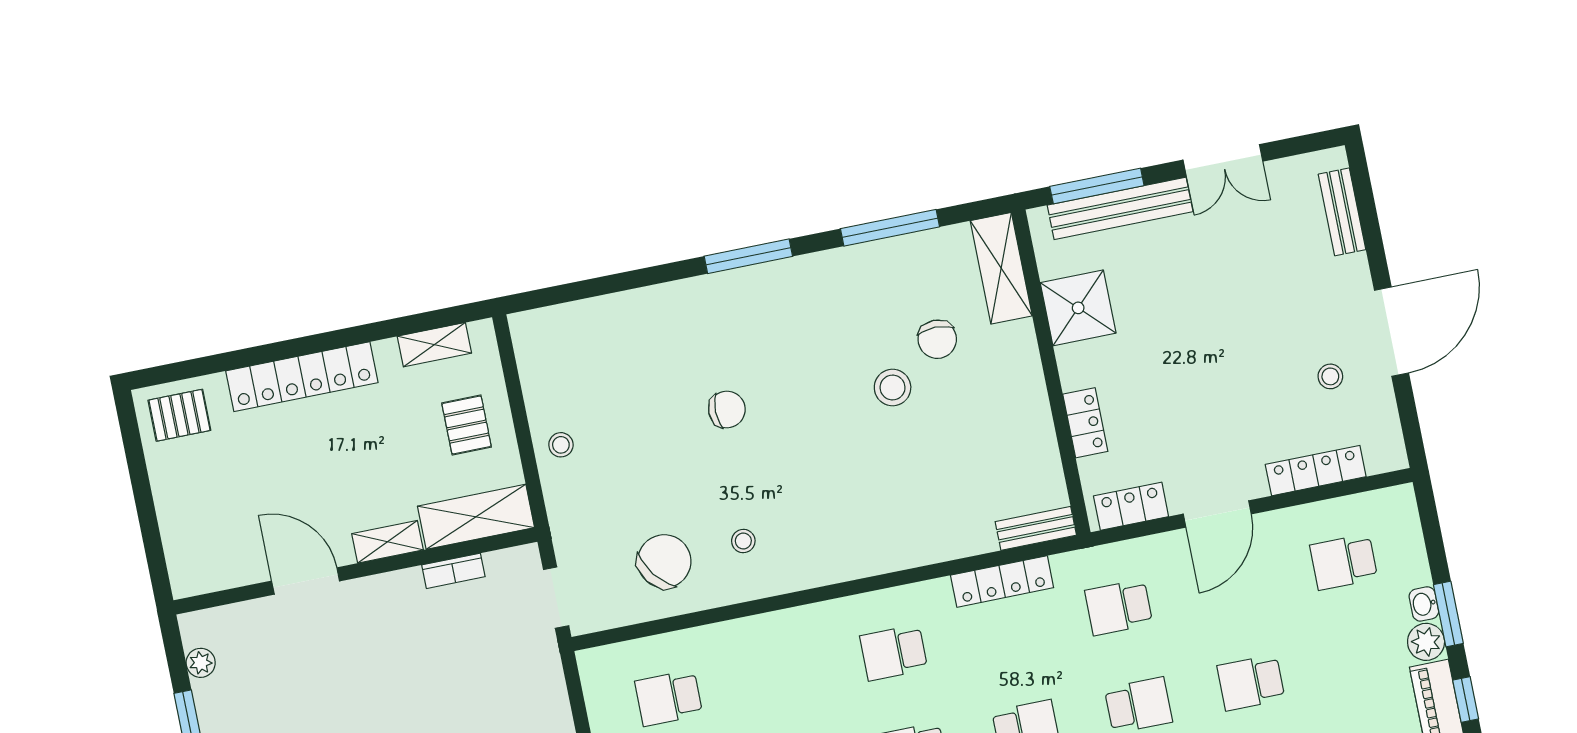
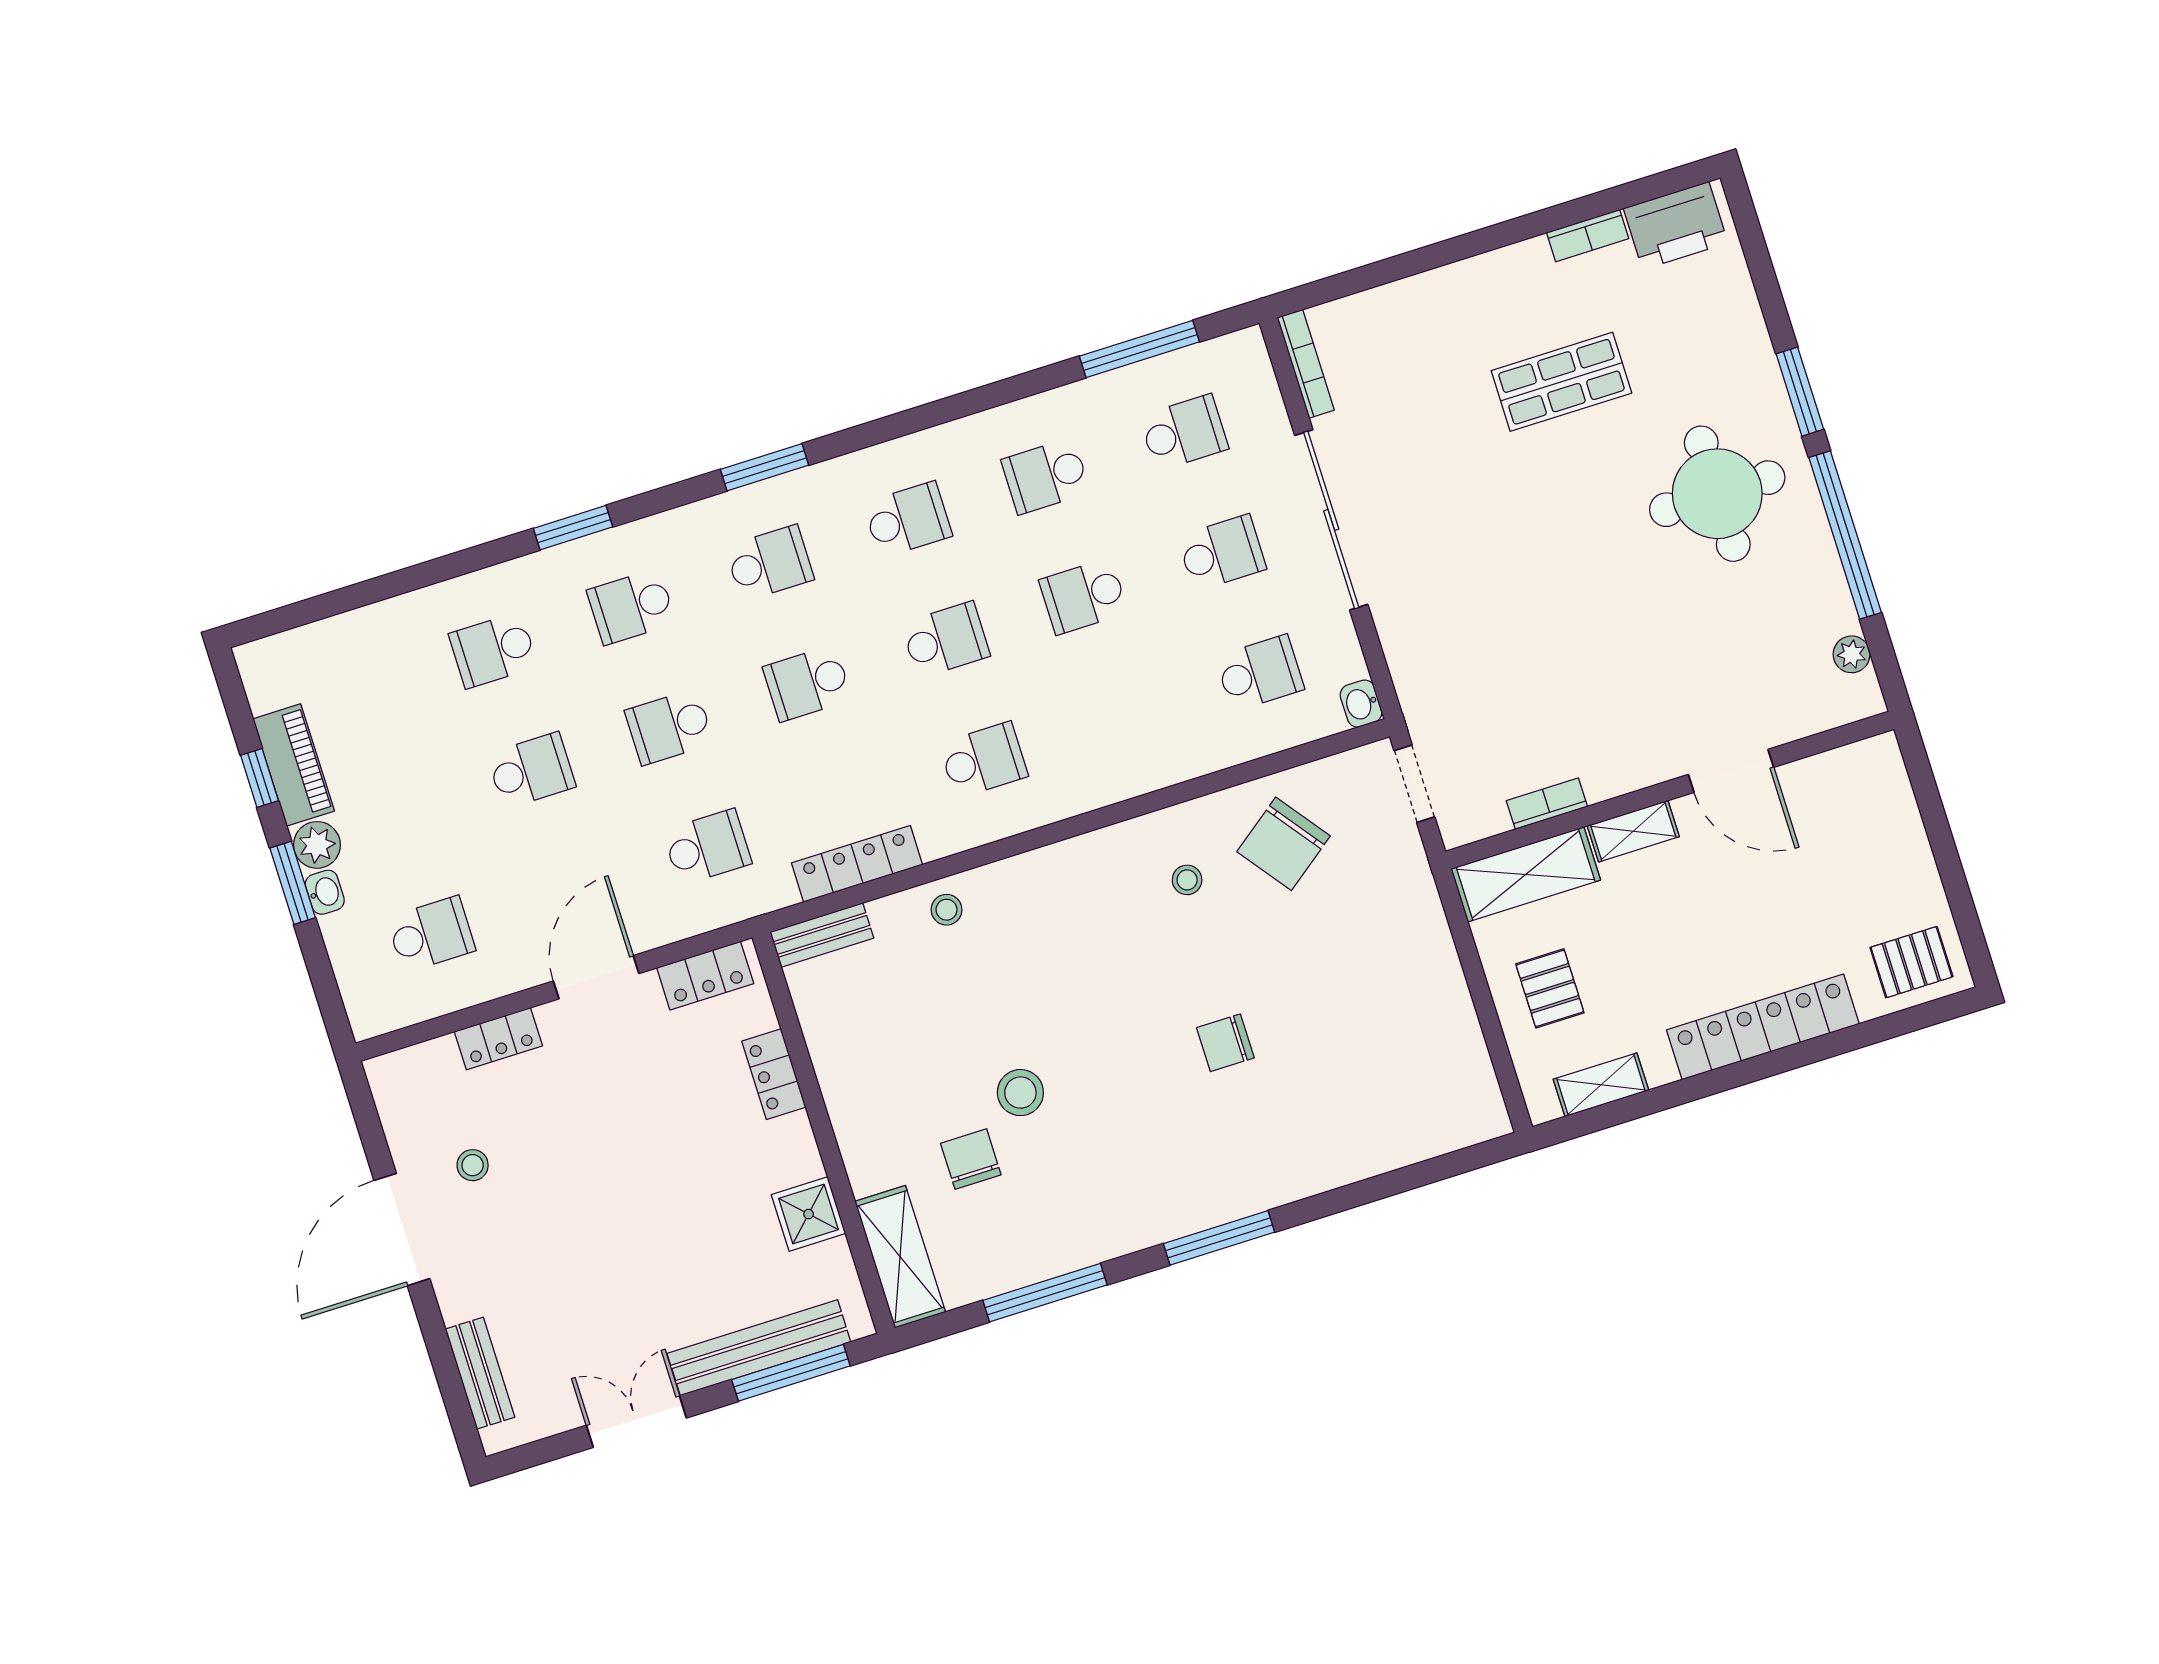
shower: (1078, 308) -> (809, 1214), width x0.73, depth x0.73
stool: (561, 445) -> (947, 910), moved
locker: (1316, 471) -> (498, 1039), width x0.66
washbasin: (591, 665) -> (1361, 704), added

